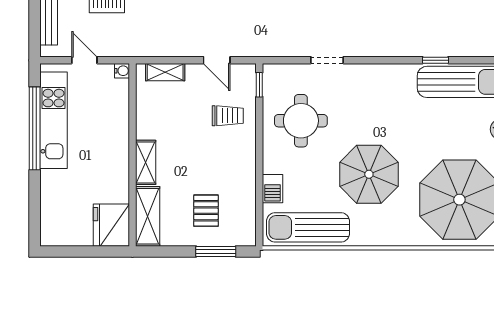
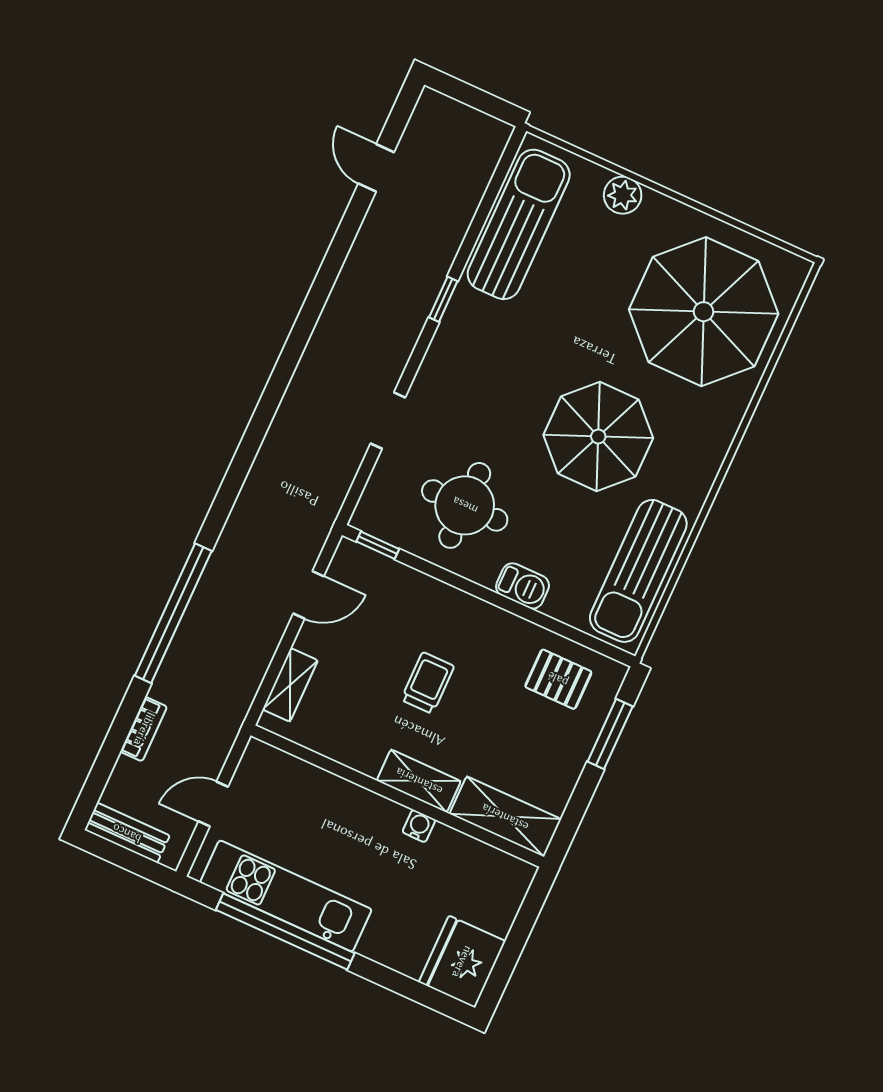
window: (435, 60) -> (443, 299), moved
water cooler: (122, 71) -> (419, 826), moved
trolley: (228, 116) -> (428, 683), moved
barbecue: (272, 189) -> (523, 586), moved
pallet: (206, 211) -> (558, 679), moved
fridge: (111, 225) -> (462, 962), moved, turned 90

